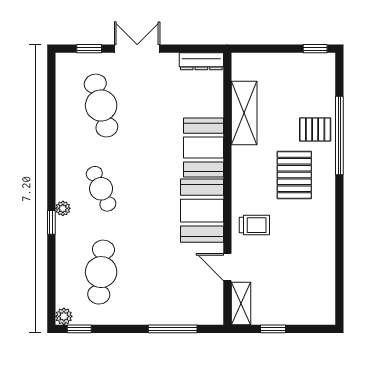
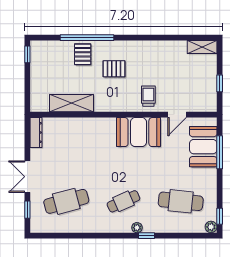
booth: (203, 148) -> (203, 147), moved, turned 90
pallet: (294, 175) -> (114, 69), width x0.67, depth x0.71
shelving: (241, 303) -> (202, 47), moved

